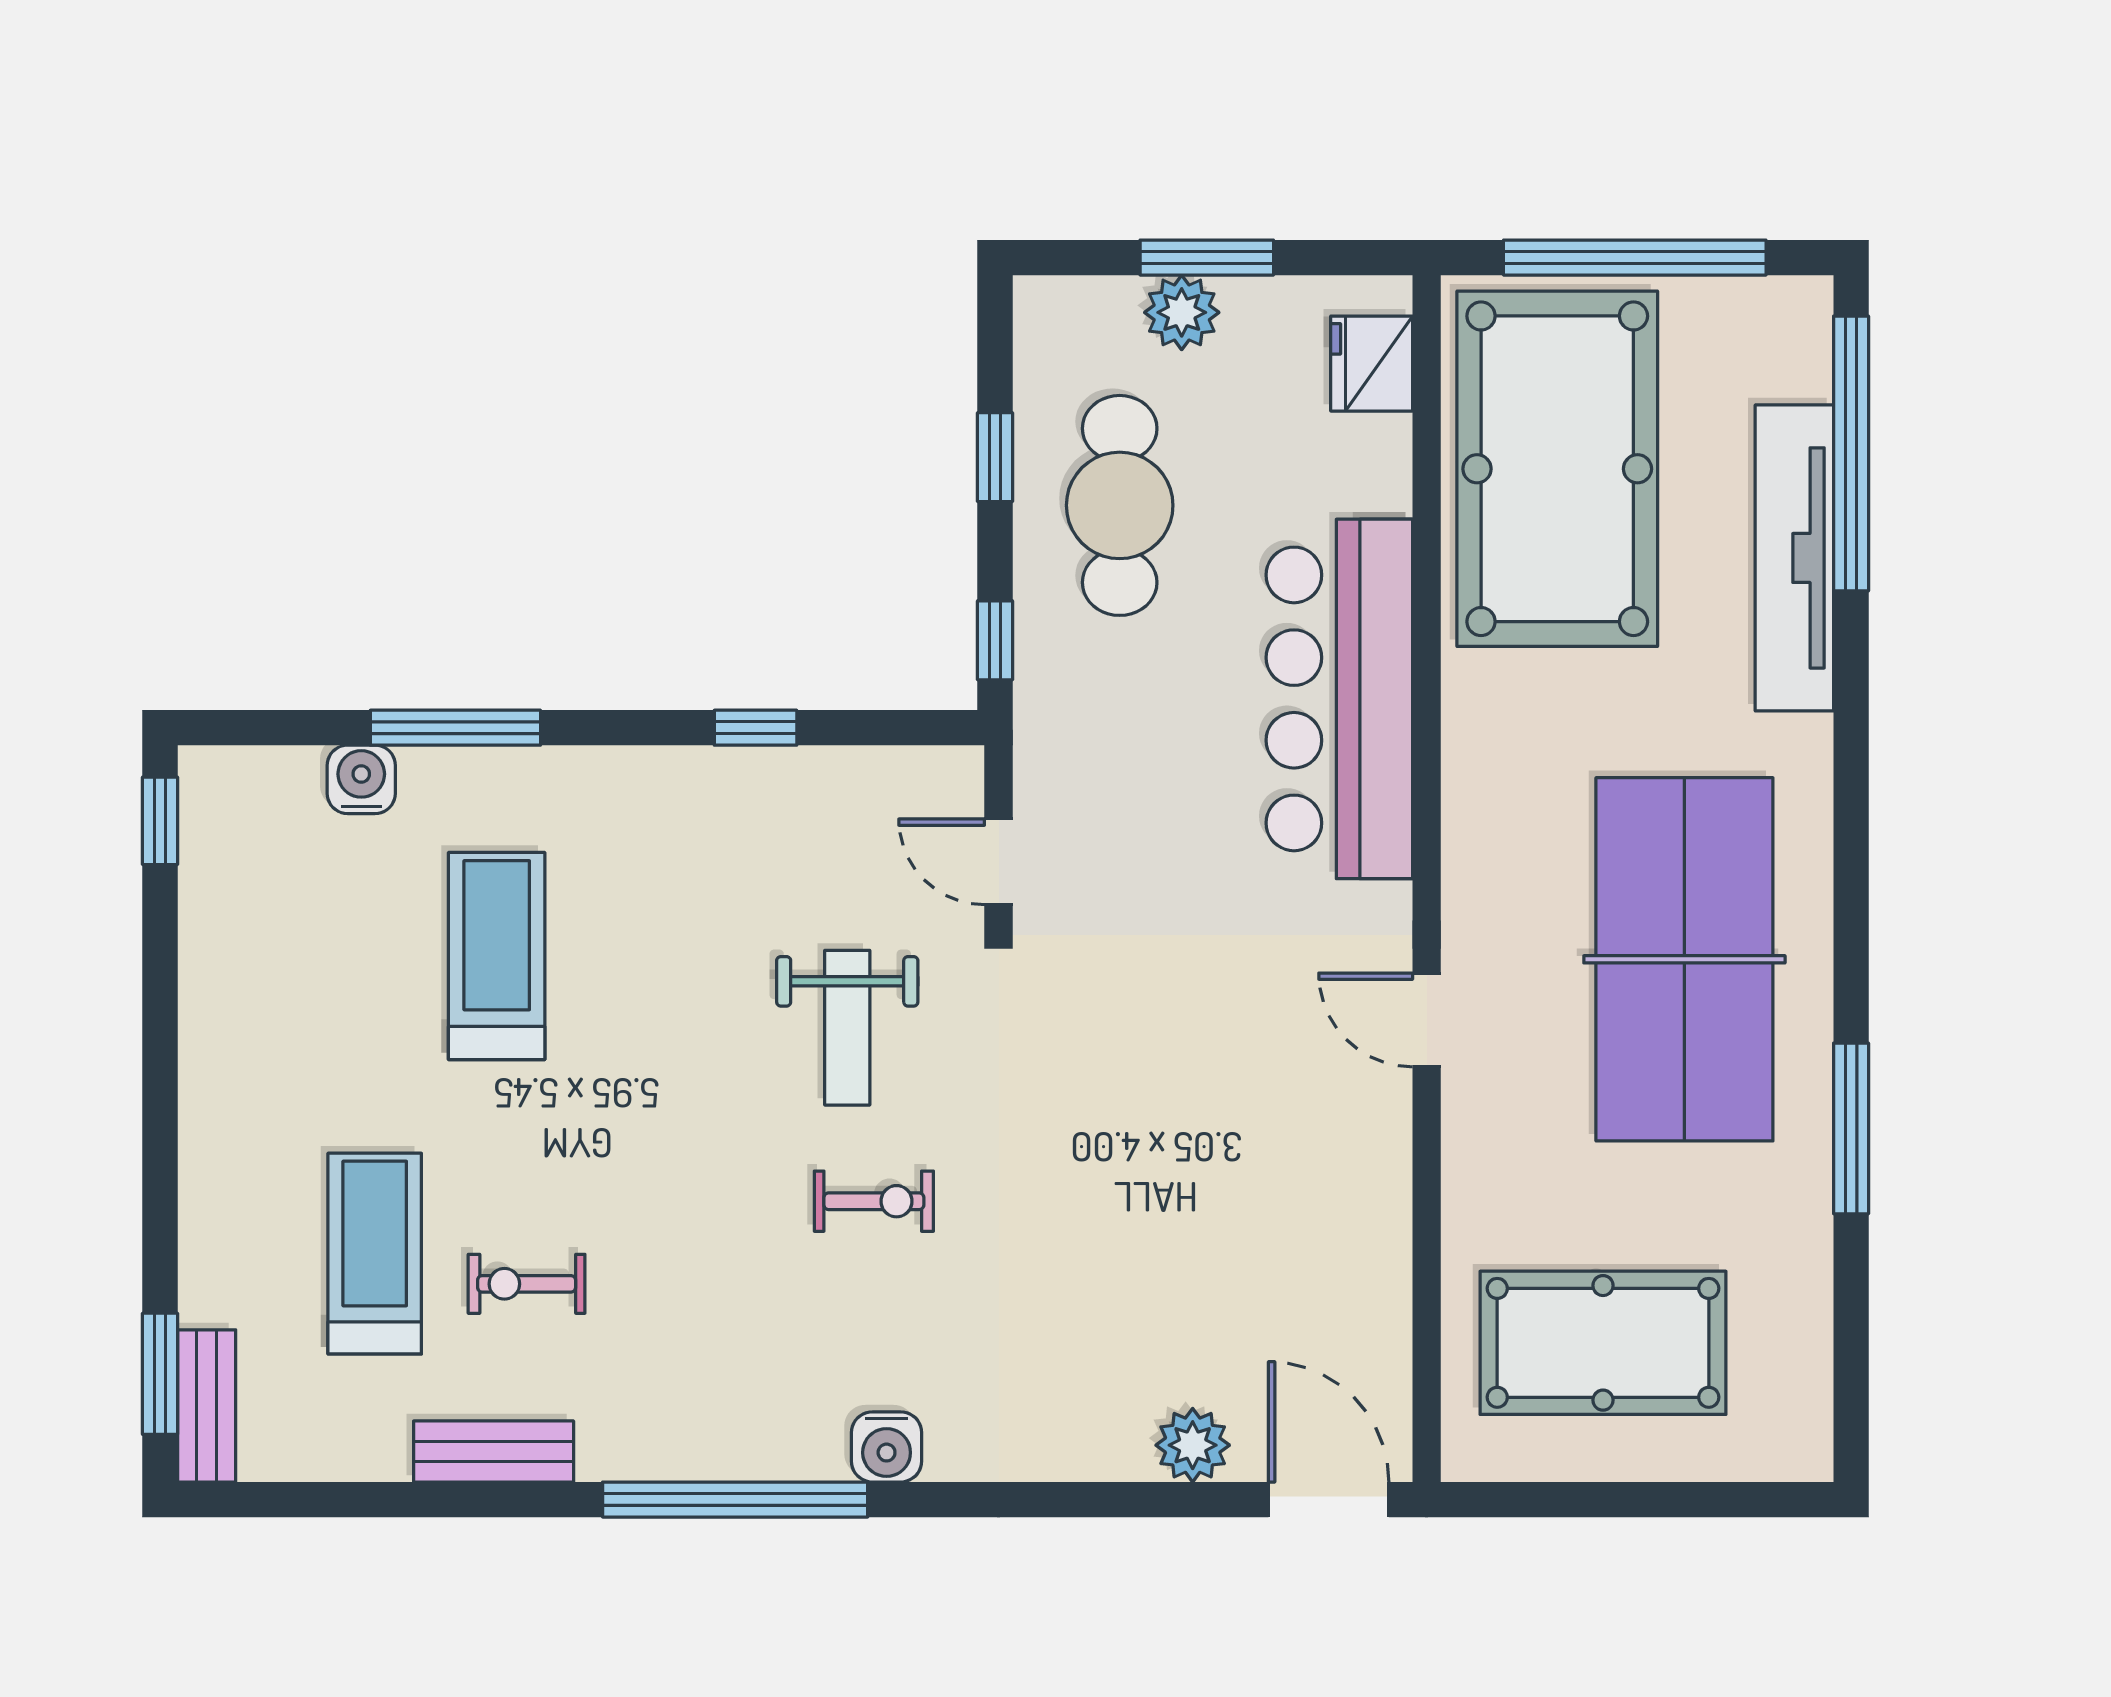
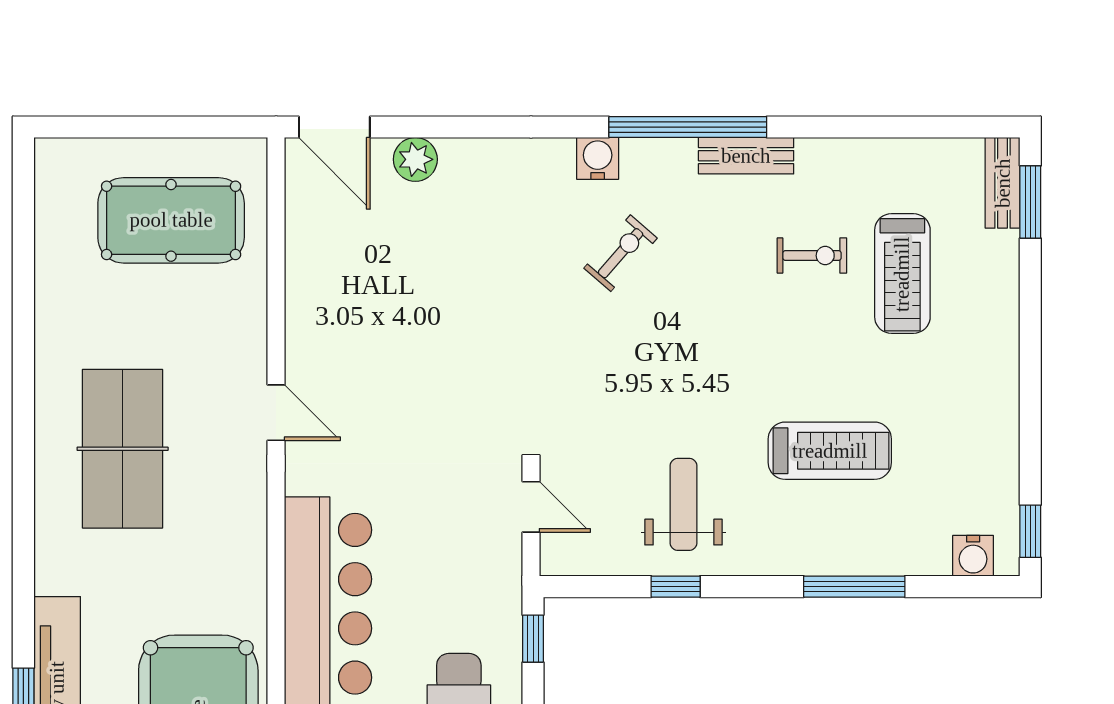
water cooler: (361, 779) -> (973, 556), moved
treadmill: (497, 956) -> (830, 451), turned -90
table tennis table: (1684, 959) -> (123, 449), width x0.73, depth x0.76
weight bench: (847, 1028) -> (684, 504), moved
window: (1851, 1128) -> (23, 348), removed
exercise bike: (874, 1201) -> (621, 253), moved, turned 131
bench: (494, 1451) -> (746, 156), moved

